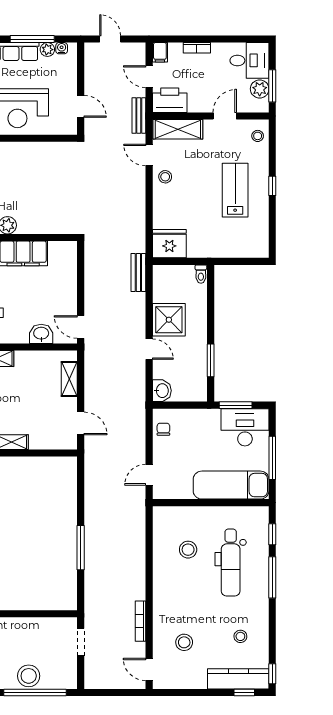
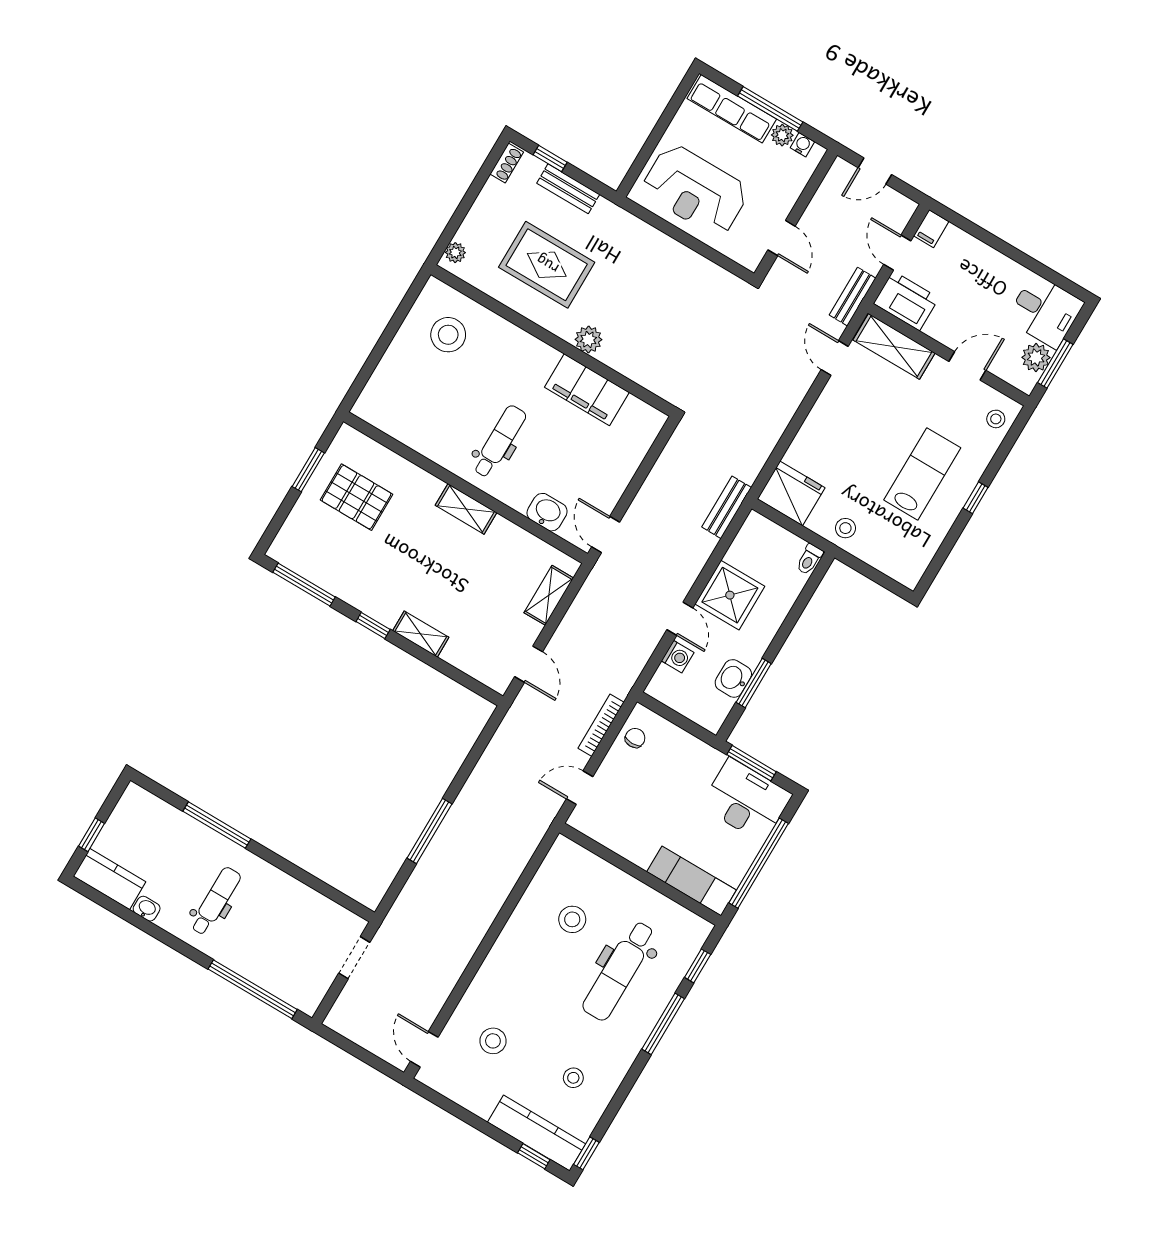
door: (110, 39) -> (875, 171), swing flipped
bookcase: (197, 48) -> (985, 252), removed
stool: (165, 177) -> (845, 528), moved
washing machine: (160, 371) -> (678, 657), added
washbasin: (162, 391) -> (733, 678), moved, turned 180
window: (272, 458) -> (759, 863), width x1.46
exam couch: (231, 485) -> (692, 881), width x0.73, depth x0.69
bookcase: (140, 621) -> (601, 725), moved
stool: (29, 676) -> (257, 962), removed

